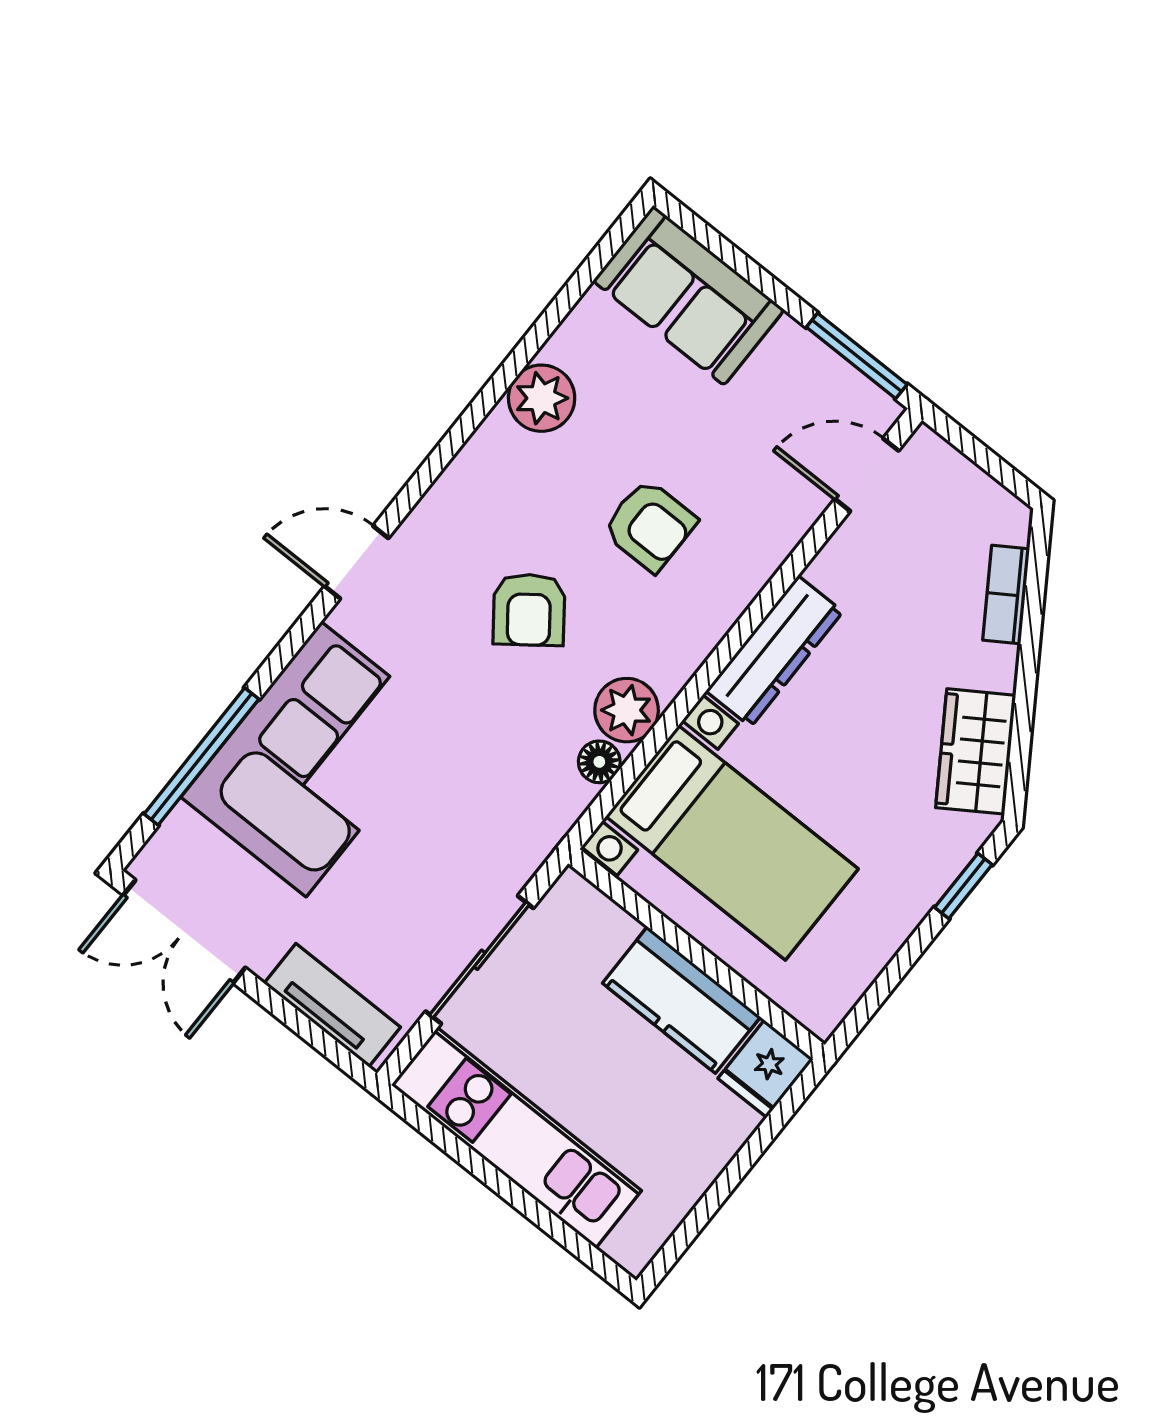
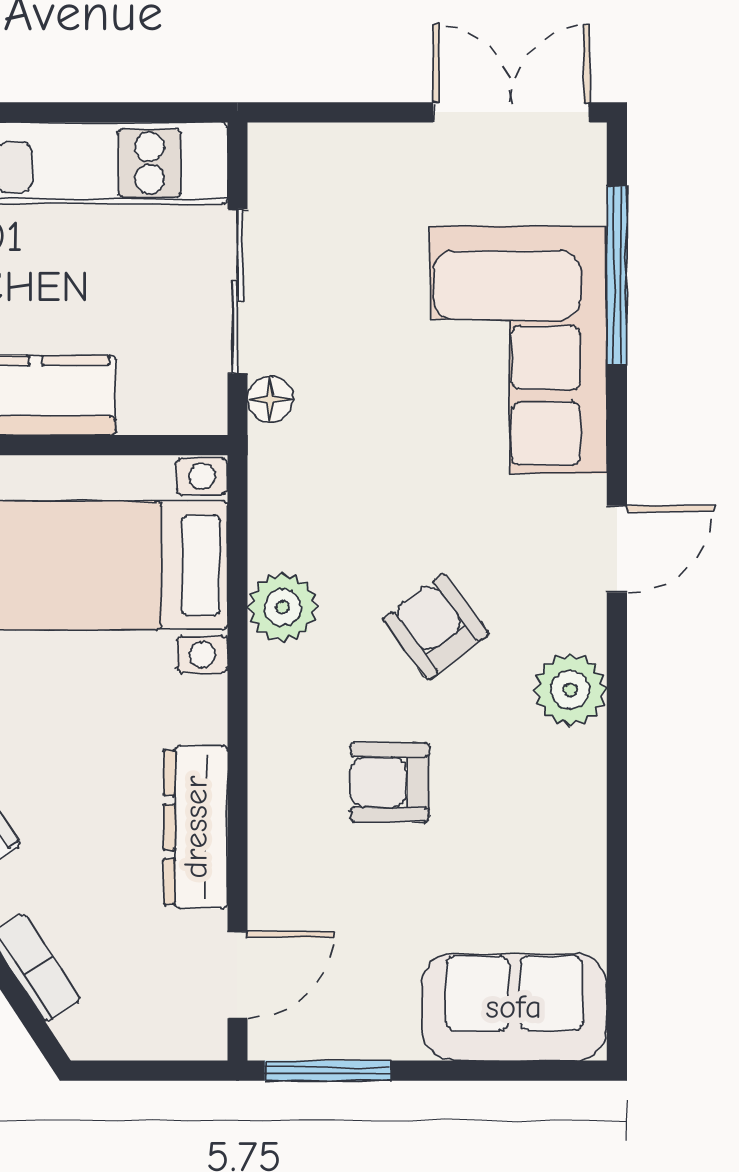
plant: (542, 398) -> (570, 690), moved
dresser: (774, 651) -> (196, 827), moved
floor lamp: (599, 762) -> (270, 399), moved
tv unit: (332, 1005) -> (333, 151), removed

